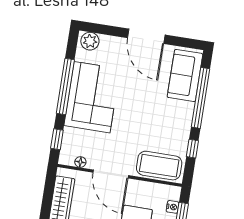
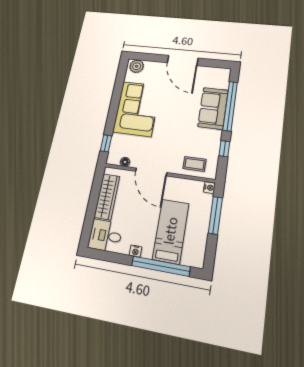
sofa: (185, 75) -> (213, 108), moved
window: (65, 86) -> (115, 101), removed
coffee table: (159, 166) -> (194, 164), width x0.54, depth x0.58
nightstand: (173, 207) -> (209, 188), moved

